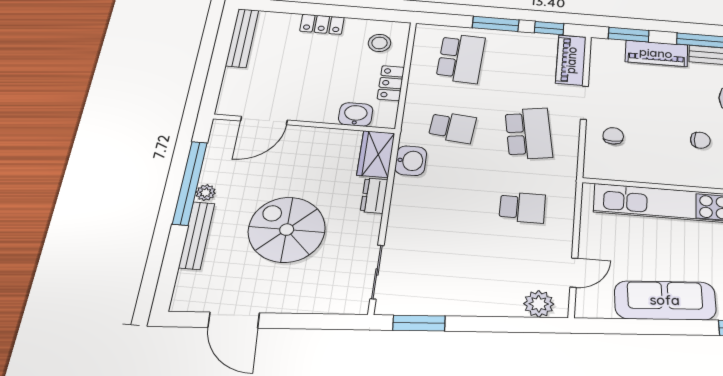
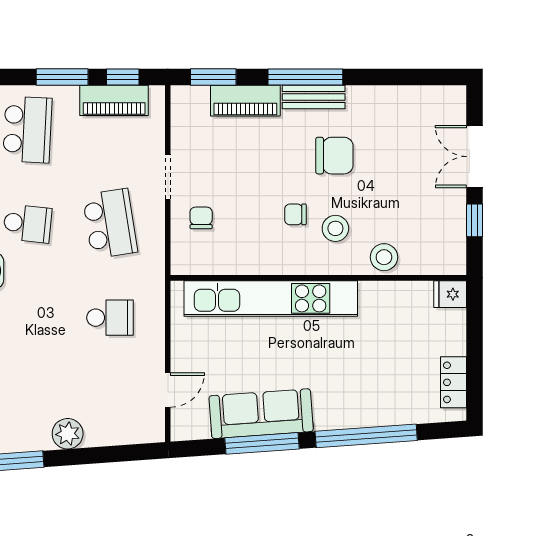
piano: (571, 60) -> (114, 100), moved, turned -90
chair: (700, 140) -> (295, 214), turned 180
plant: (539, 304) -> (68, 434), moved
window: (665, 327) -> (262, 443), added

